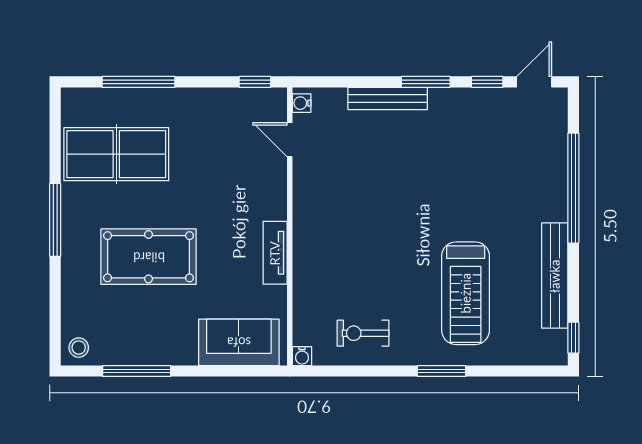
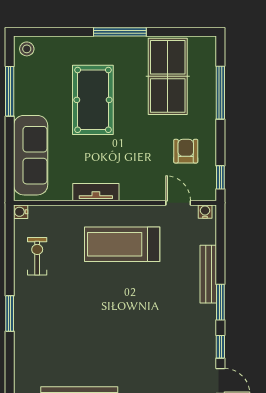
armchair: (219, 129) -> (186, 151), added
door: (290, 140) -> (178, 203), hinge flipped
treadmill: (466, 293) -> (122, 244), moved
sofa: (239, 342) -> (31, 155), width x1.36

